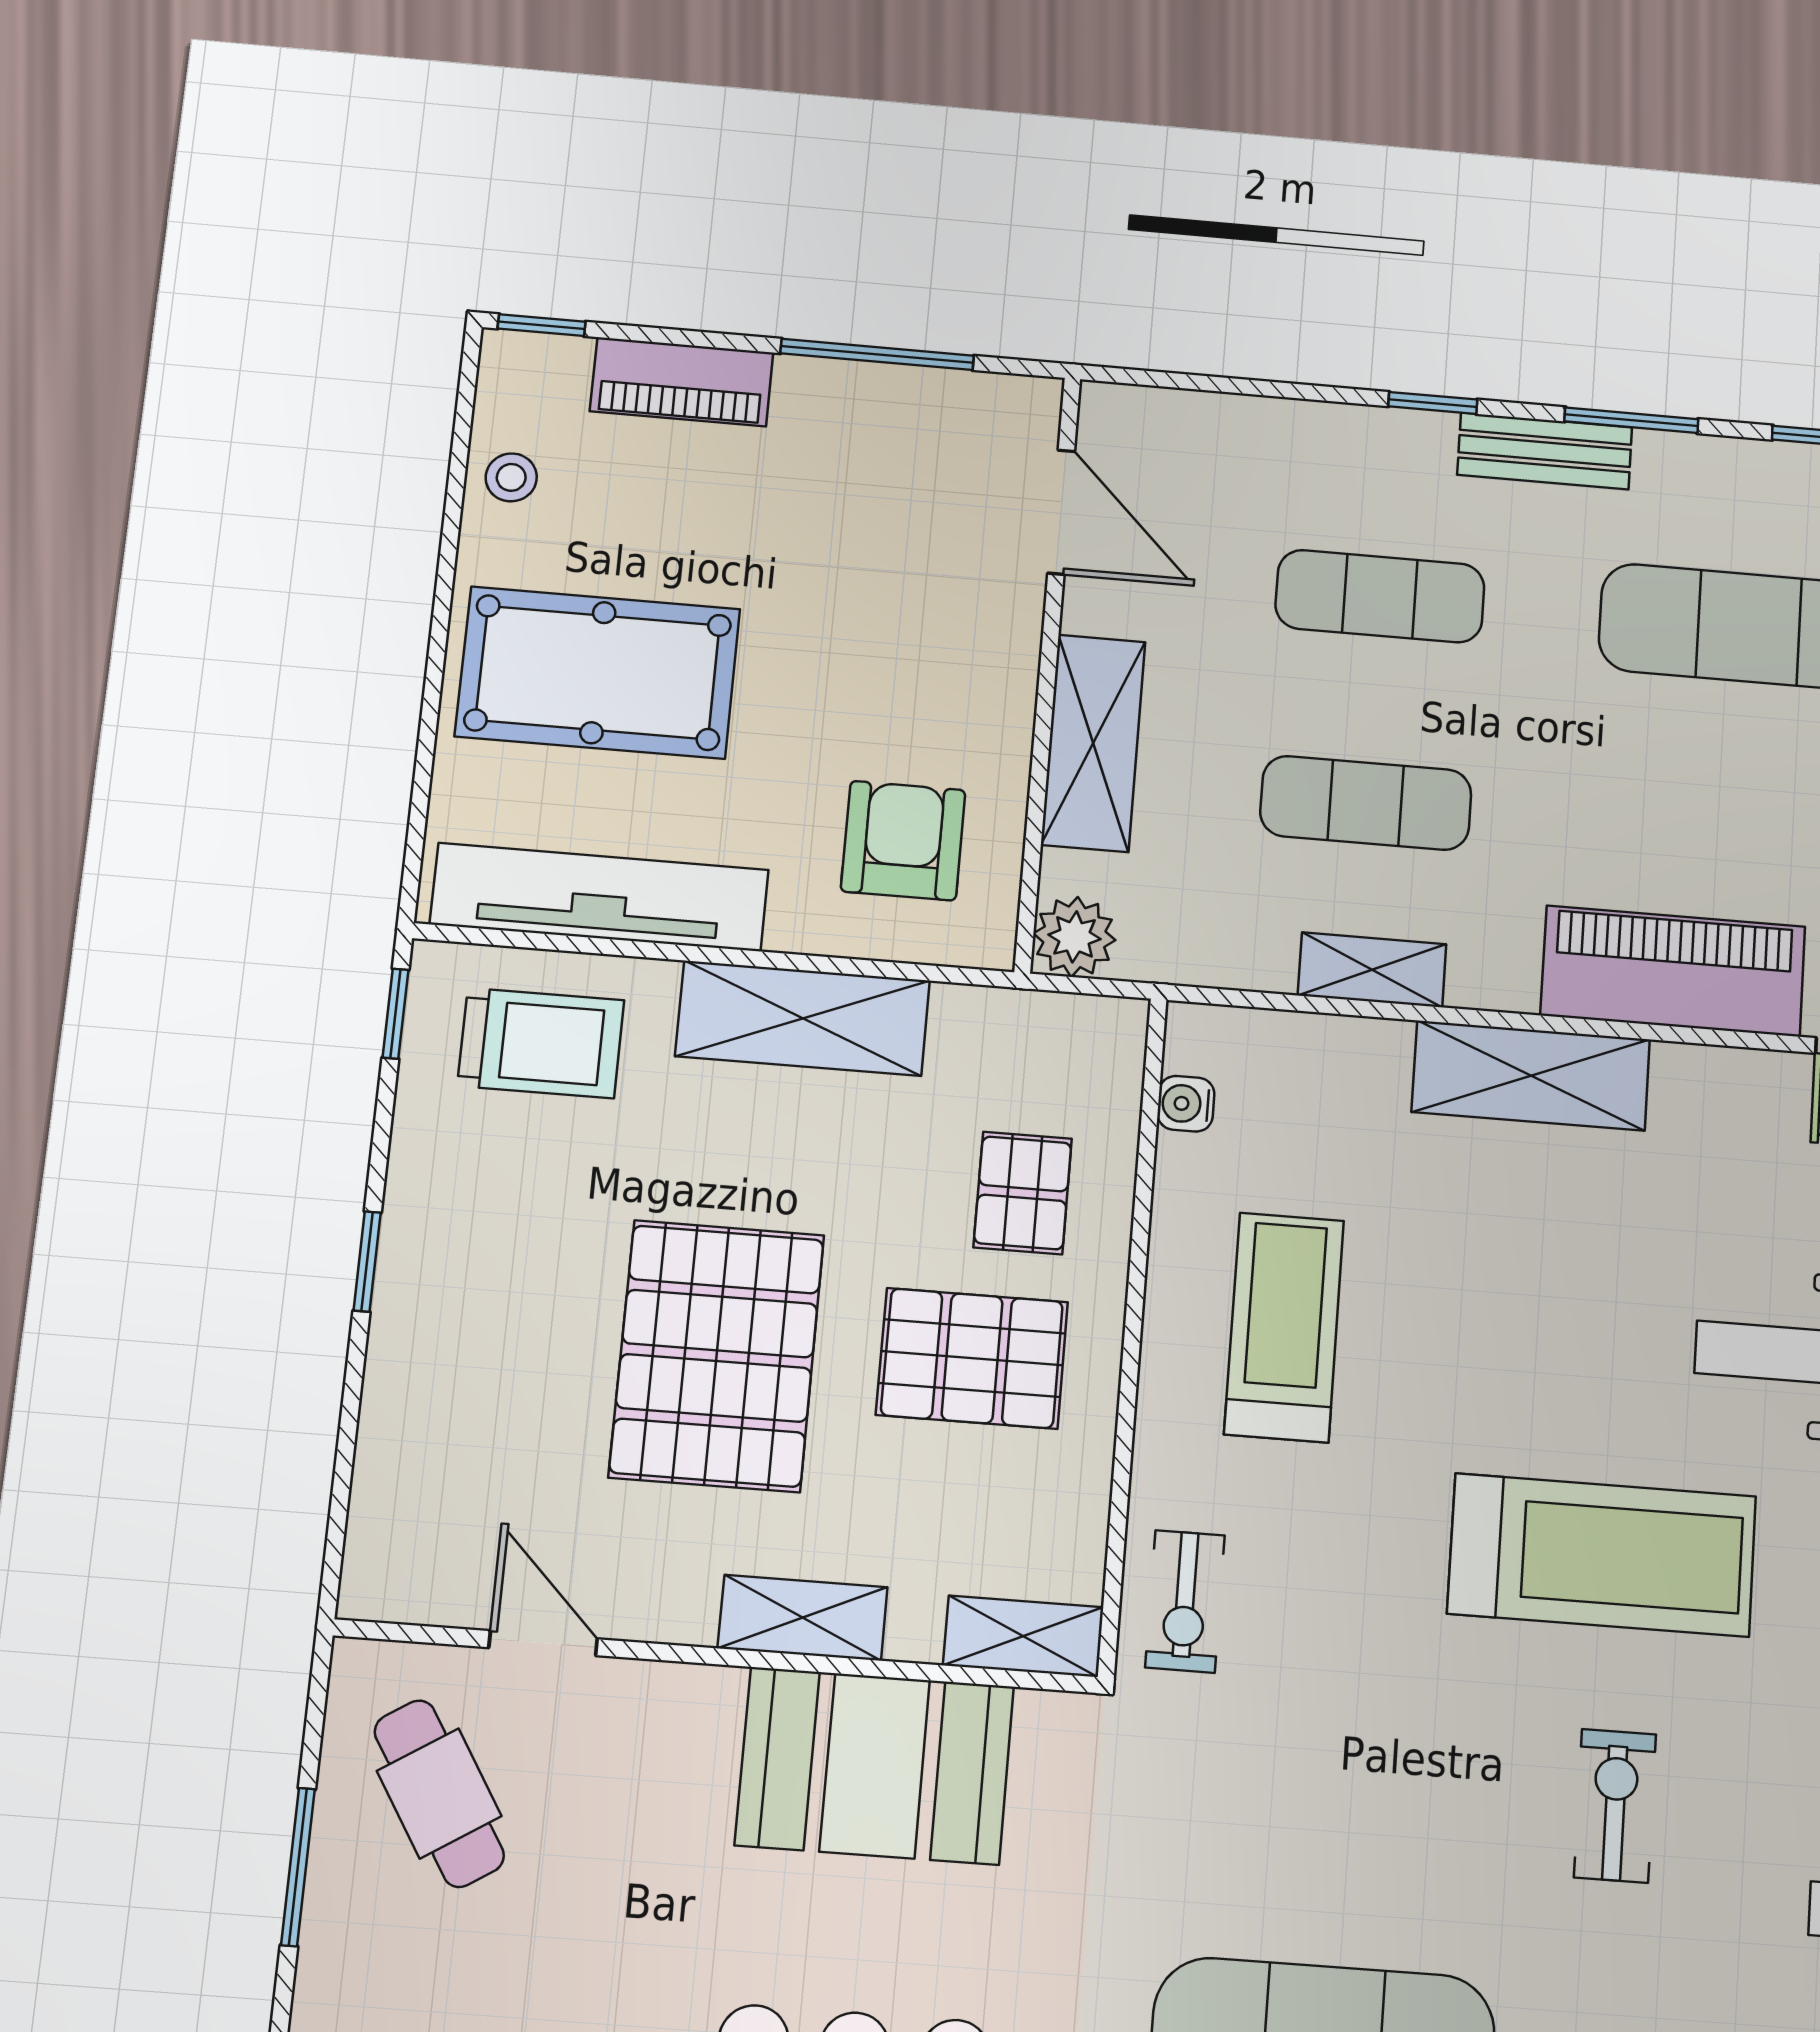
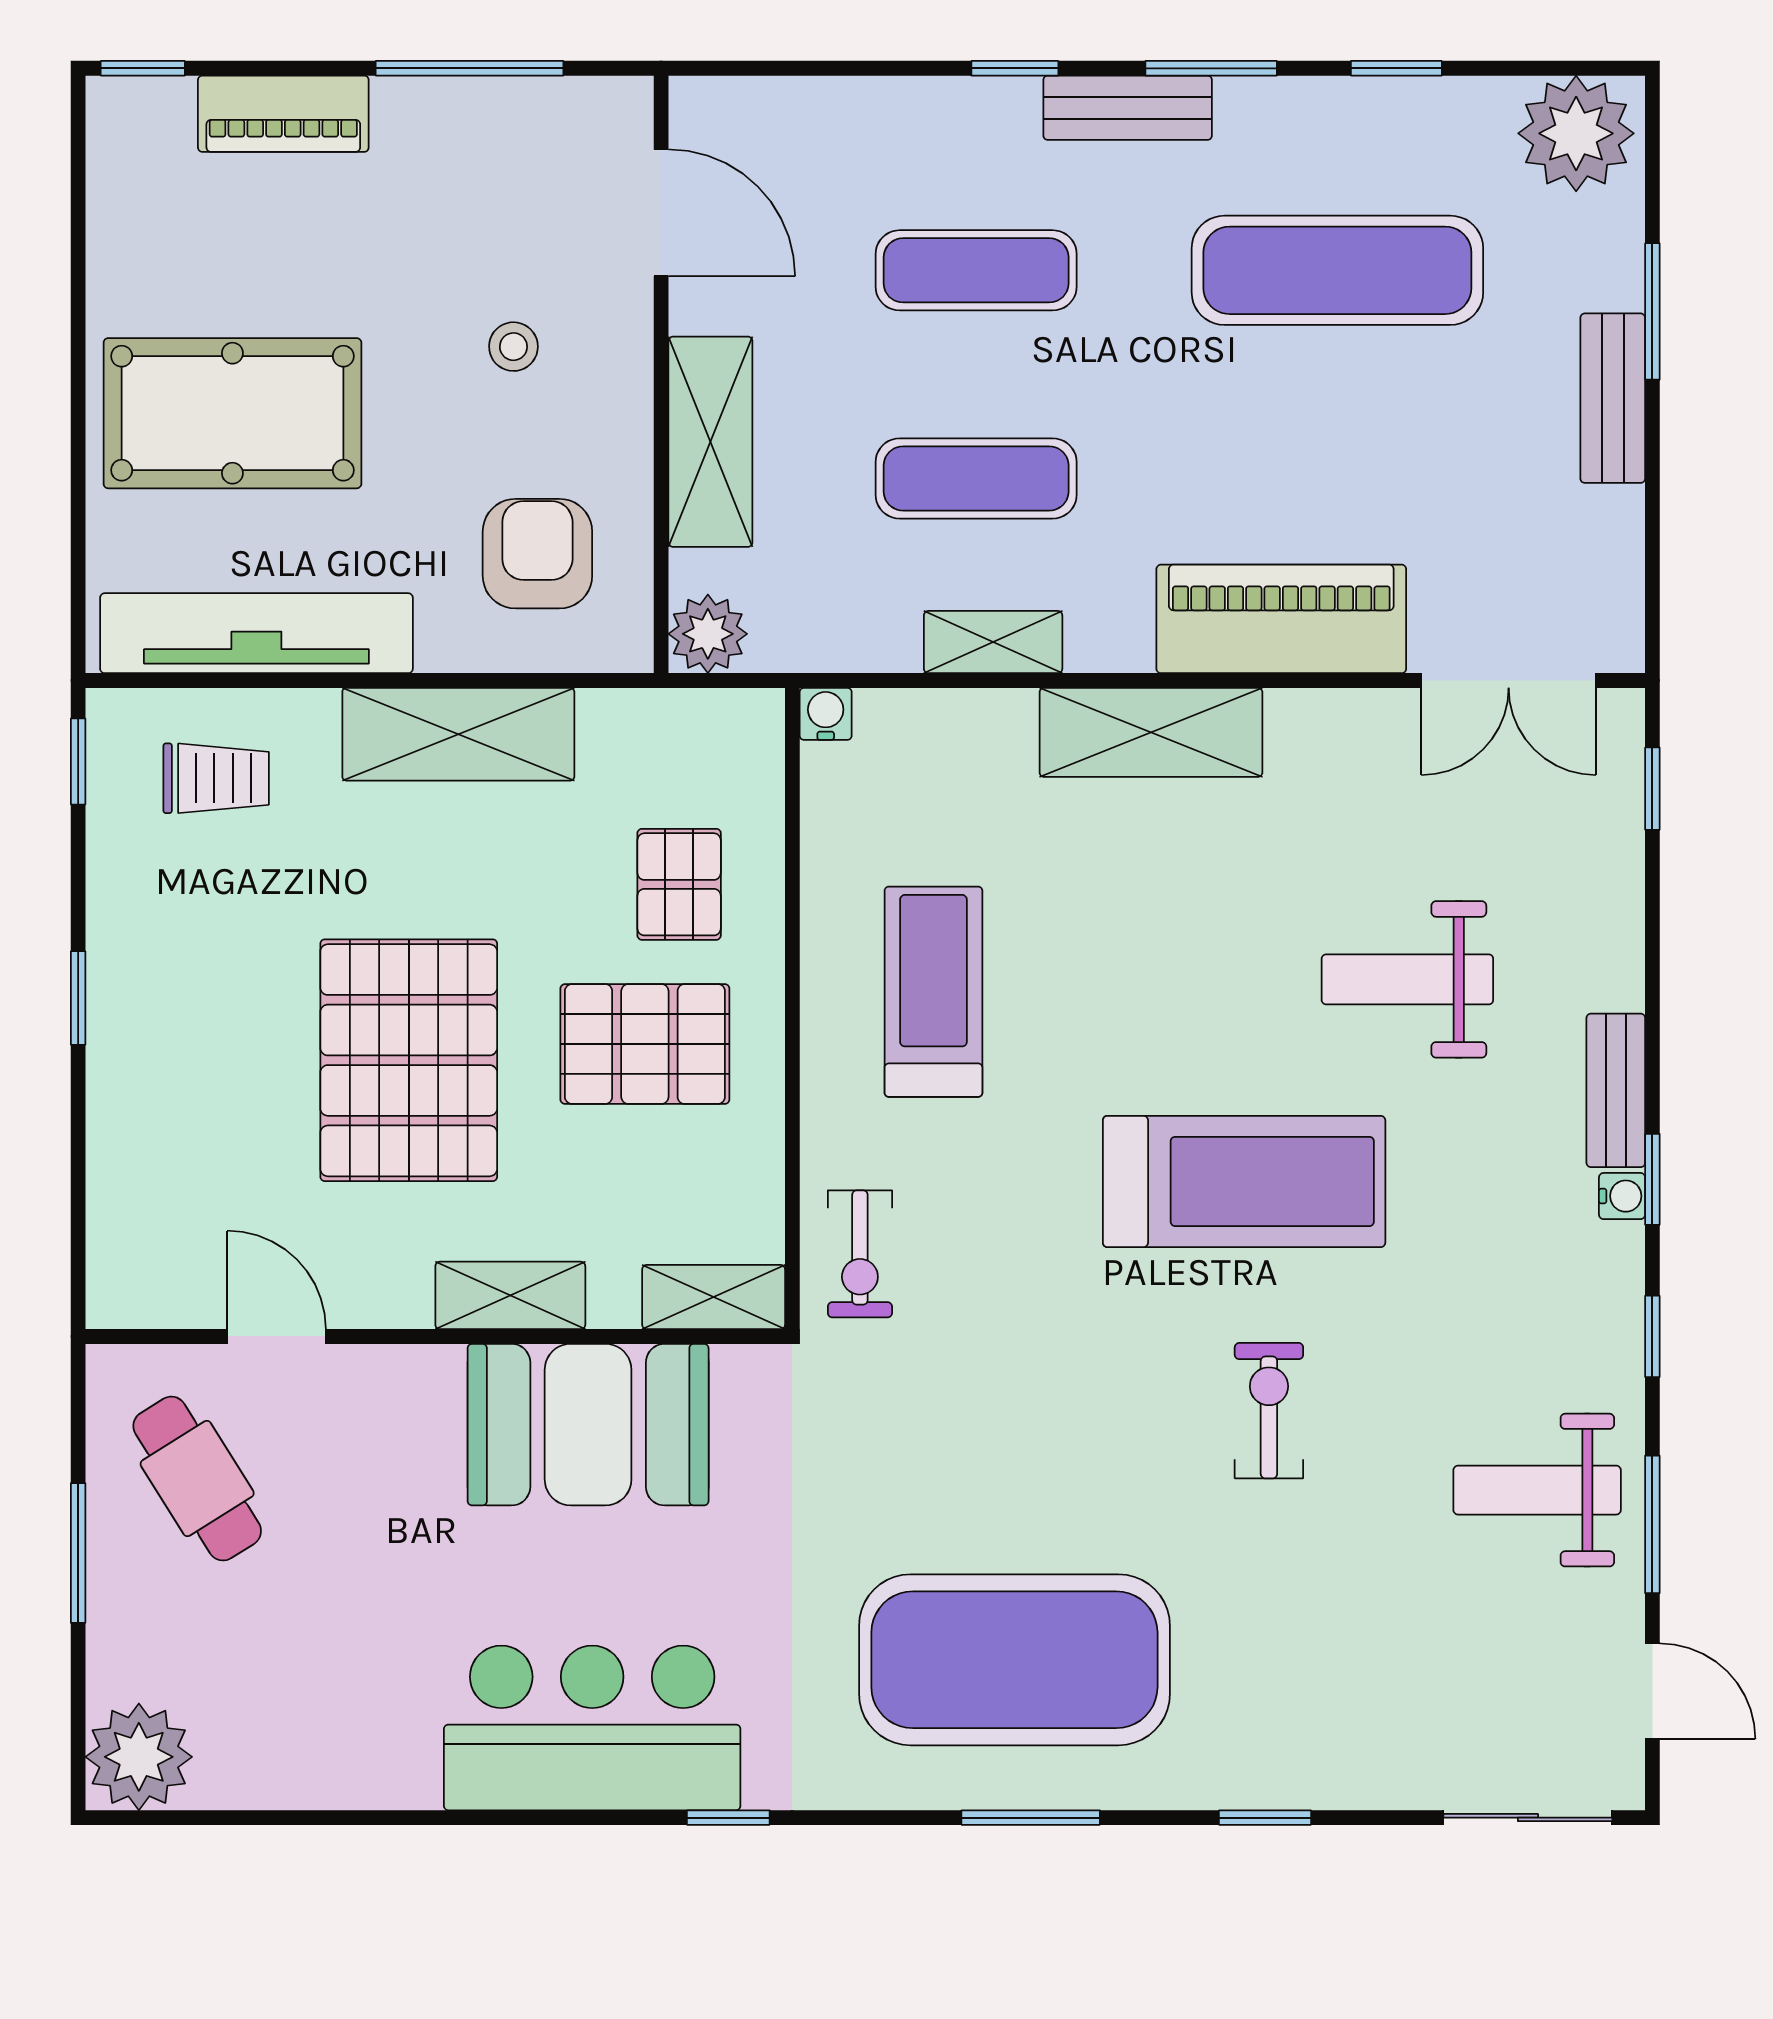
stool: (511, 477) -> (513, 347), moved
trolley: (541, 1043) -> (216, 778), width x0.73, depth x0.72
water cooler: (1186, 1104) -> (826, 714), moved, turned 90

